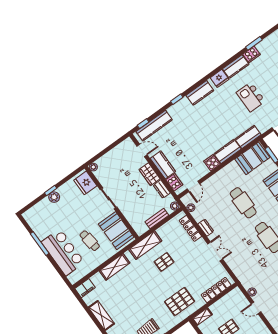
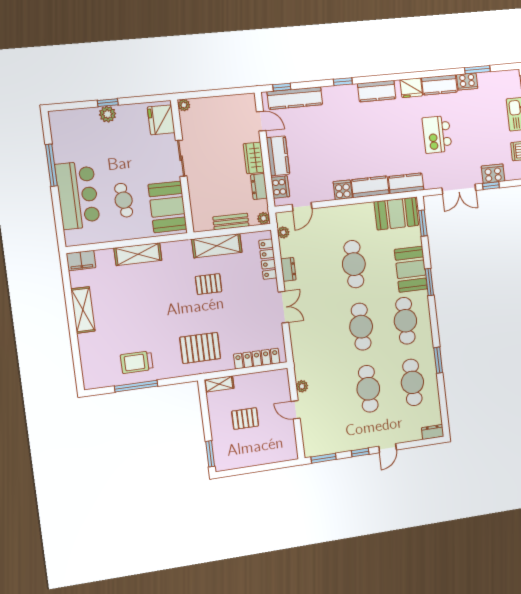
shelving: (145, 245) -> (217, 246), moved

